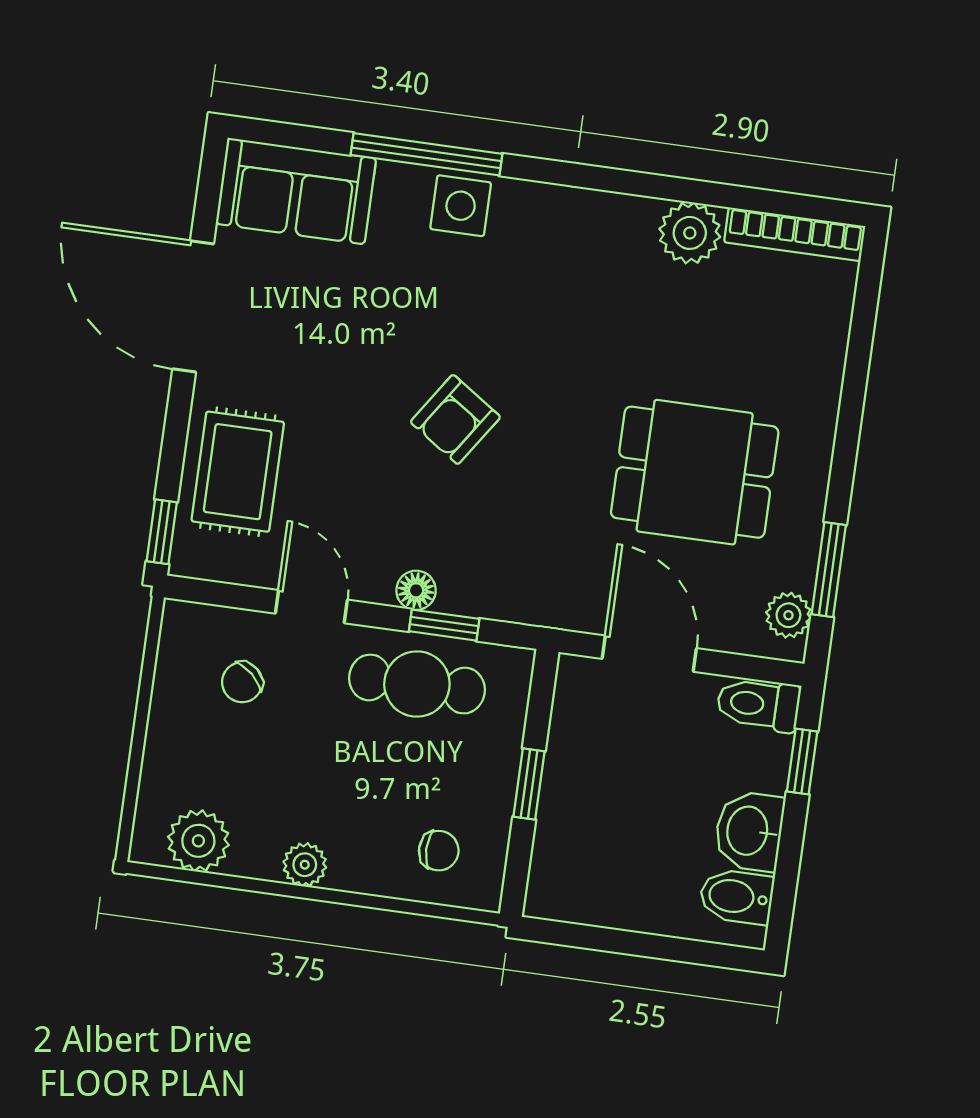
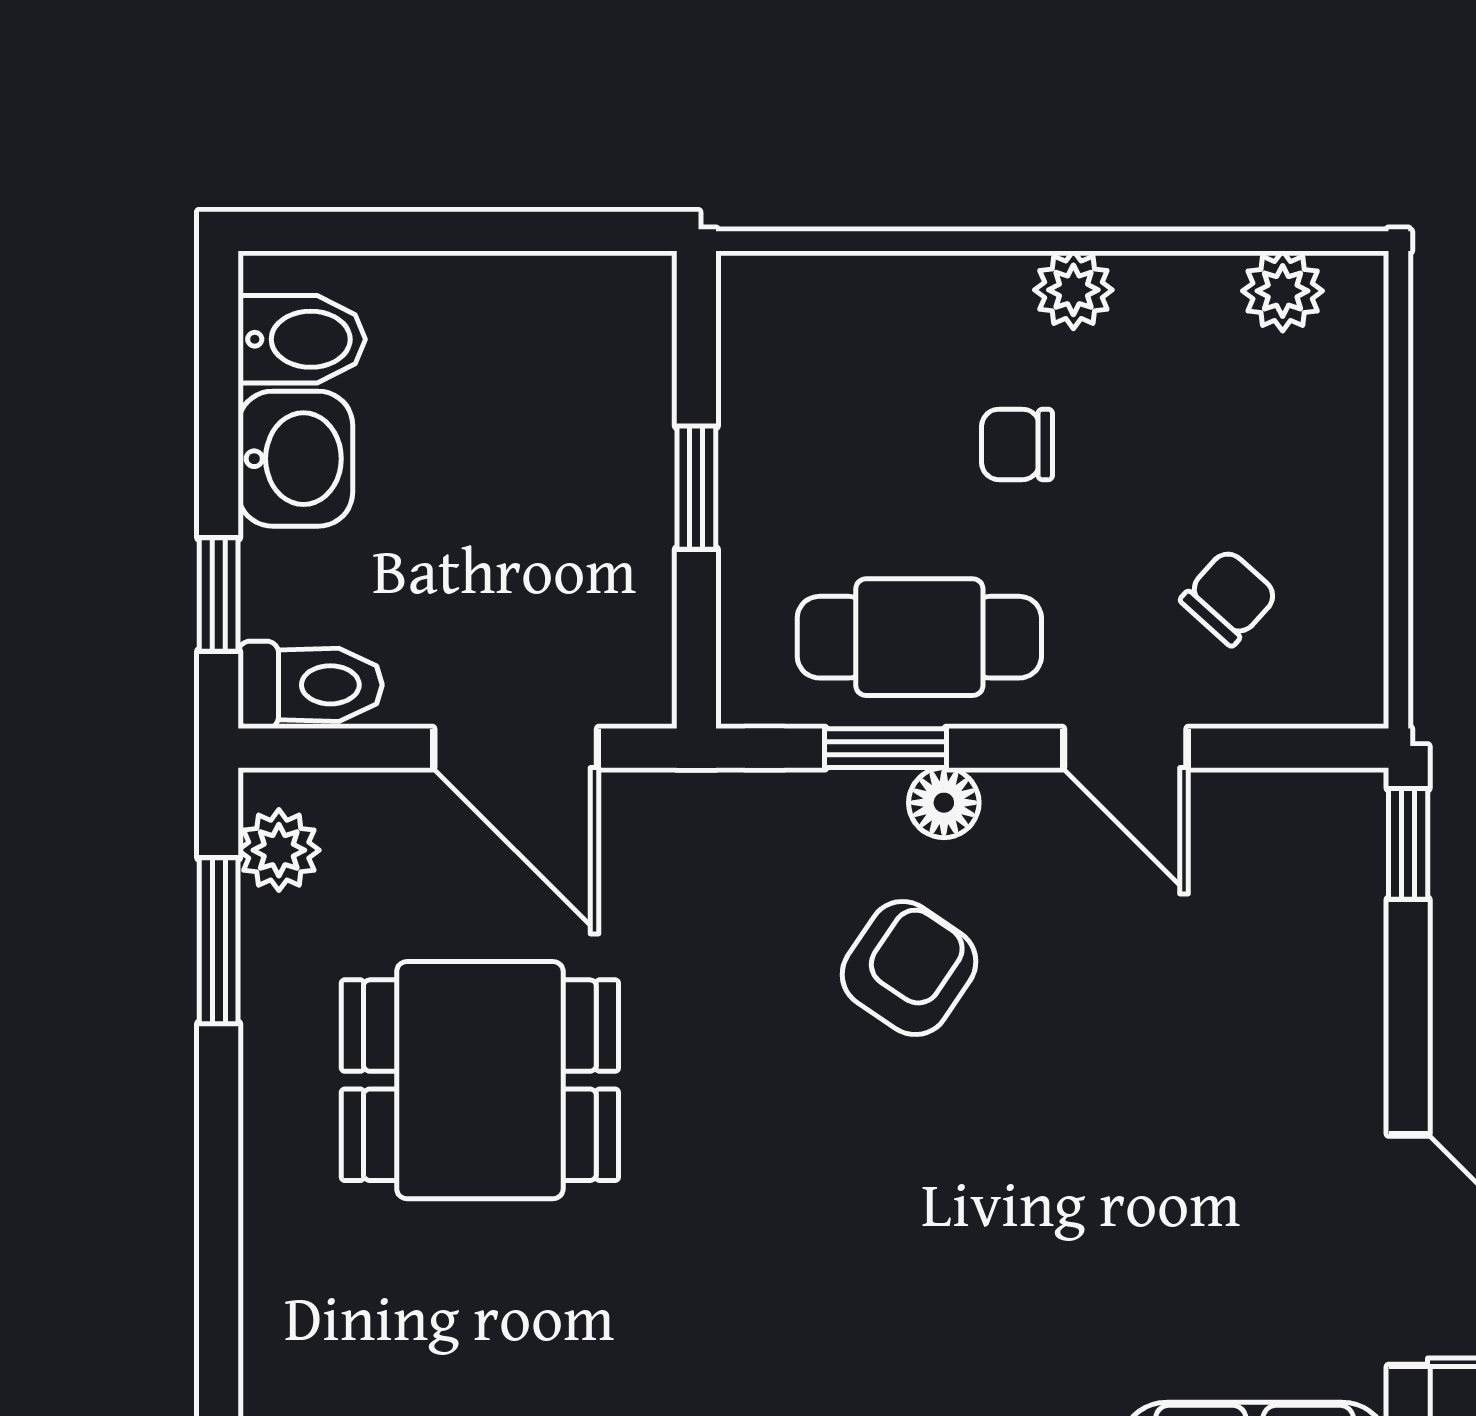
armchair: (455, 419) -> (909, 968), moved
rug: (238, 472) -> (1289, 969), removed
plant: (198, 841) -> (1283, 291), width x0.73, depth x0.73
chair: (439, 851) -> (1017, 444), moved

